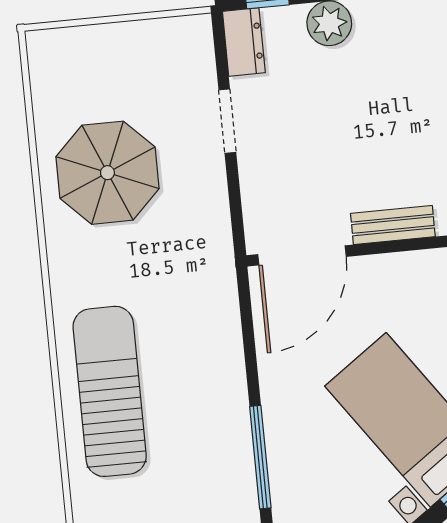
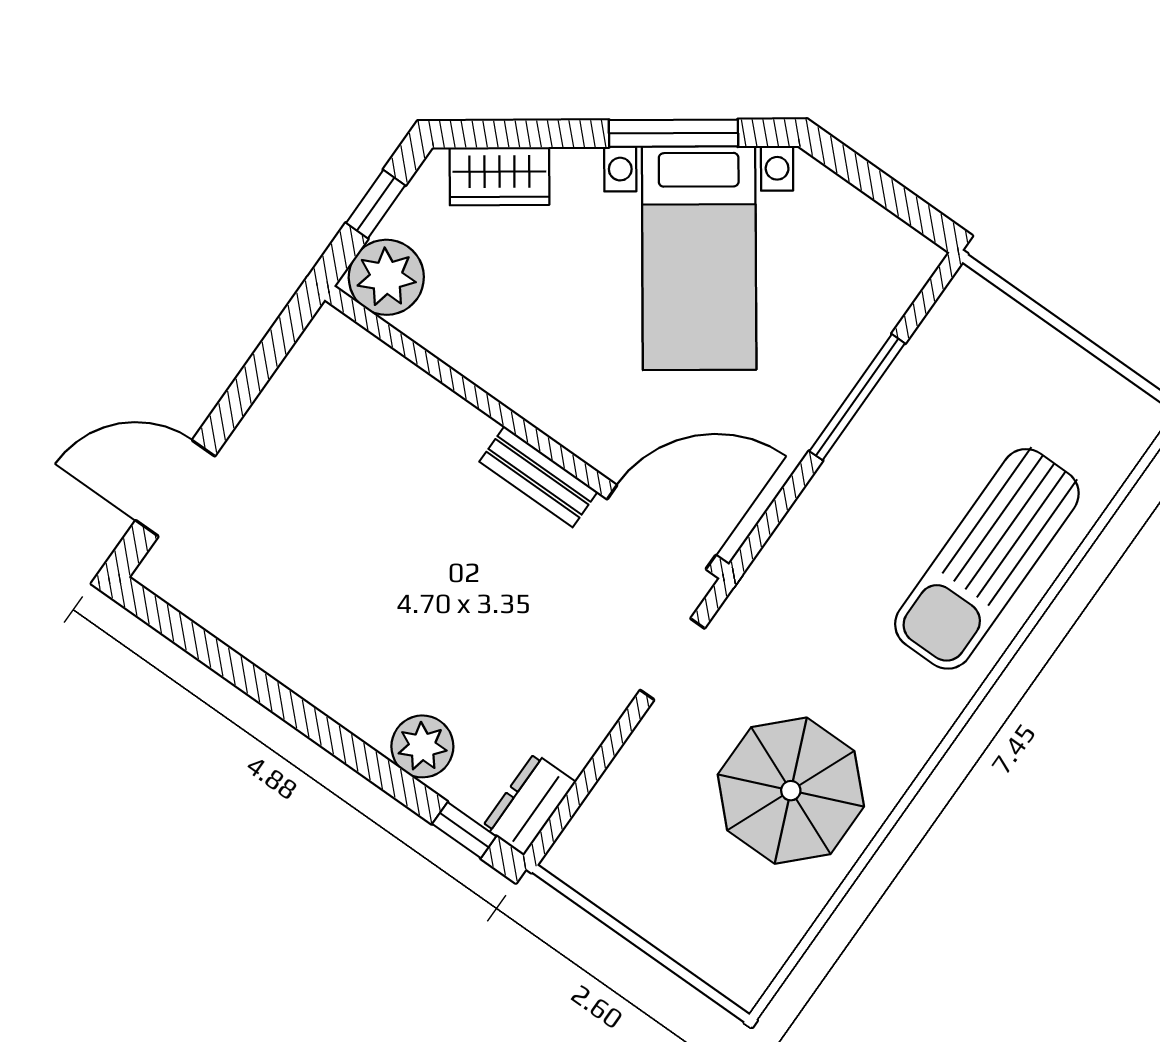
doorway: (227, 121) -> (672, 659), moved
window: (260, 457) -> (857, 397), moved

